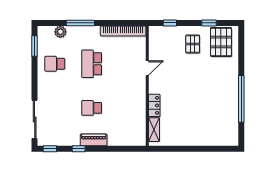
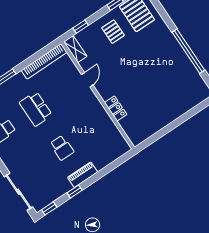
school desk: (92, 108) -> (62, 148), turned -90
shelving: (154, 130) -> (75, 49), moved

